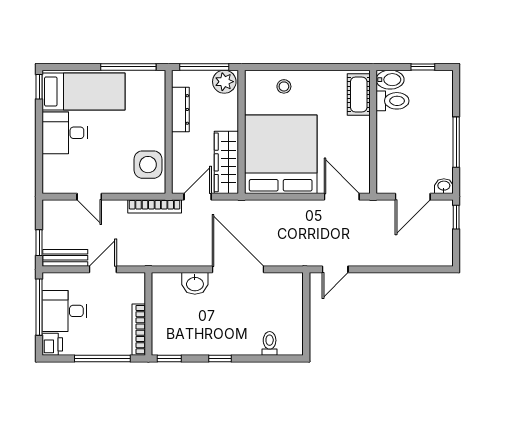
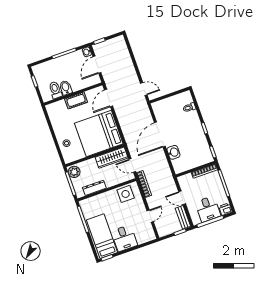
bidet: (390, 80) -> (66, 88), moved
cot: (359, 94) -> (76, 100), moved
door: (413, 197) -> (97, 65), swing flipped

